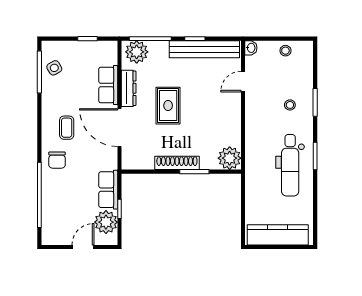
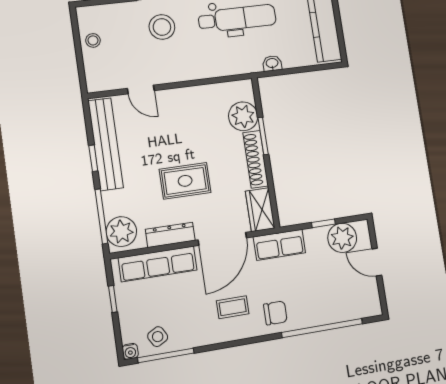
water cooler: (47, 46) -> (130, 351), added
washbasin: (251, 48) -> (272, 63), moved
row of seats: (108, 85) -> (158, 264), width x1.48
stool: (290, 105) -> (162, 27), width x1.89, depth x1.89
plant: (230, 158) -> (243, 116), moved
wardrobe: (138, 160) -> (260, 210), added
row of seats: (108, 190) -> (279, 245), moved

